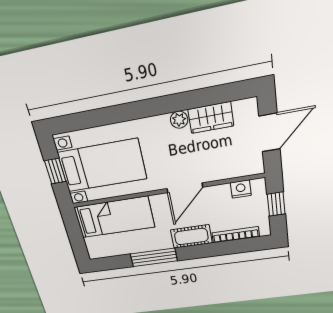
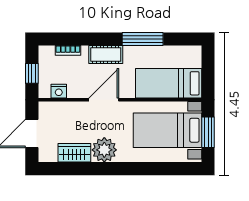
plant: (179, 120) -> (104, 150), width x1.87, depth x1.87
window: (55, 171) -> (208, 132), width x1.50
bookcase: (236, 235) -> (68, 50), width x0.64

